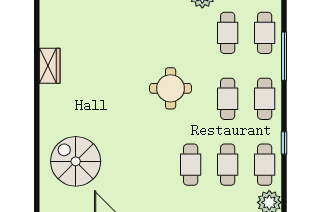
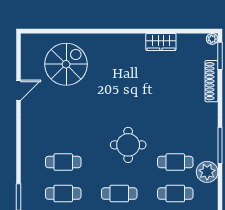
cafe table: (191, 33) -> (175, 162), added
wardrobe: (50, 66) -> (161, 42), moved

